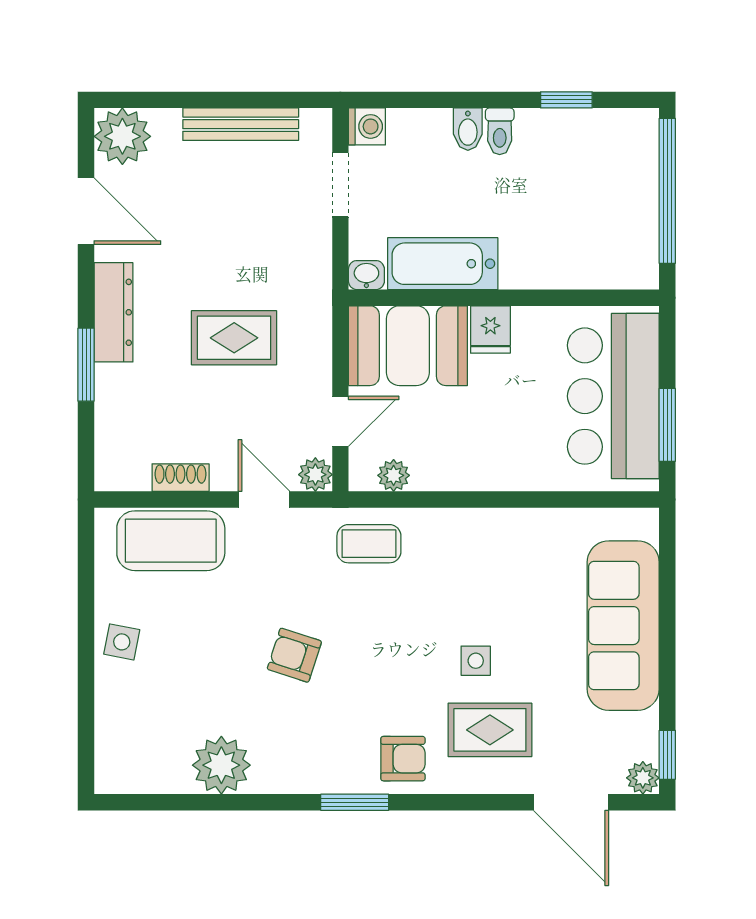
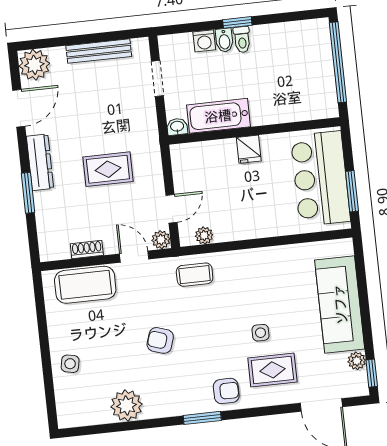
window: (566, 100) -> (237, 22), moved
washing machine: (367, 126) -> (204, 41), moved, turned 90
door: (86, 211) -> (19, 108), hinge flipped
booth: (408, 346) -> (204, 163), removed
side table: (122, 642) -> (70, 364), moved
plant: (643, 778) -> (357, 361), moved

